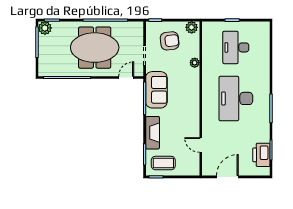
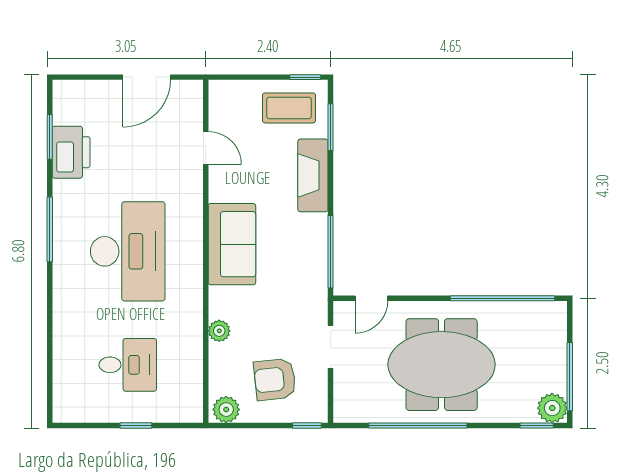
desk: (236, 47) -> (128, 365), width x0.73
sofa: (156, 90) -> (232, 244), moved, turned 180
printer: (261, 155) -> (71, 152), moved

